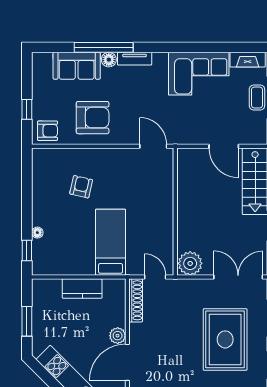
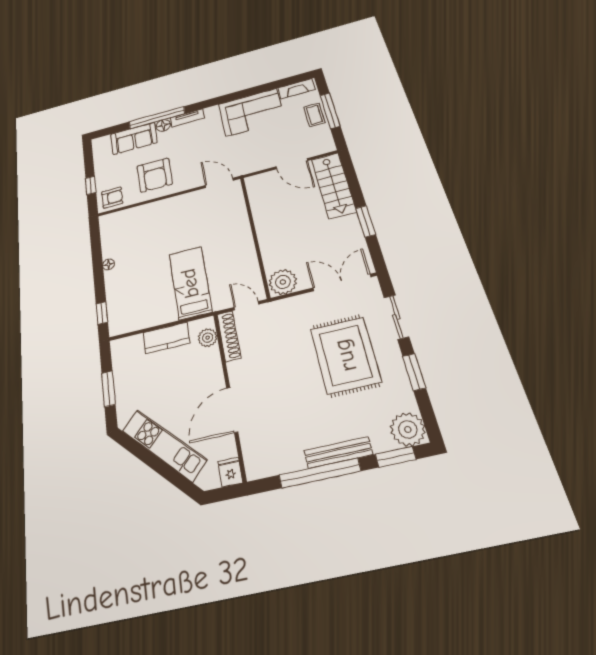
armchair: (93, 118) -> (155, 175), turned 90
armchair: (81, 187) -> (152, 238), removed
floor lamp: (37, 233) -> (108, 264), moved
plant: (118, 336) -> (208, 338), moved

